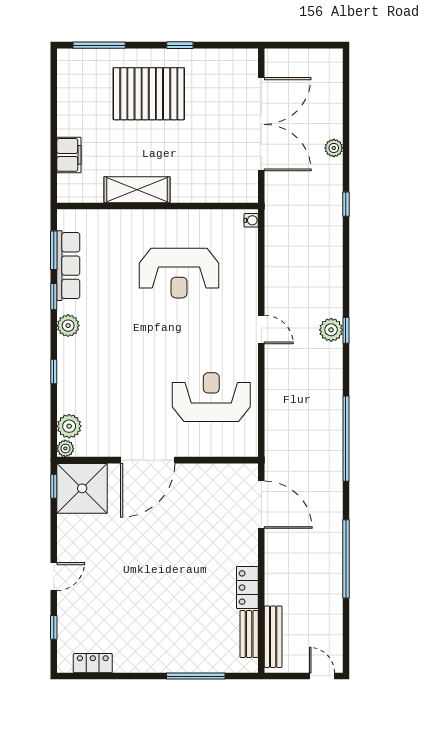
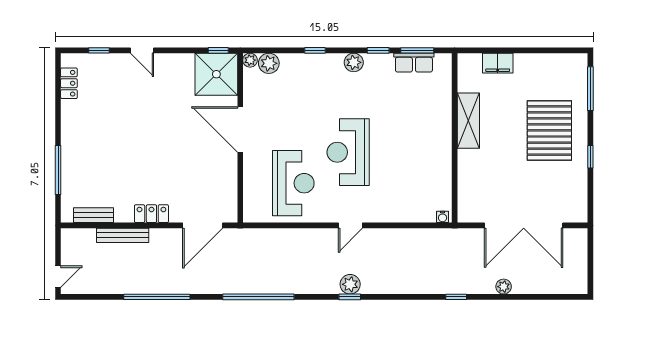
row of seats: (68, 266) -> (414, 63), width x0.68
reception desk: (179, 273) -> (348, 152), moved
locker: (247, 588) -> (151, 214), moved
bench: (273, 637) -> (123, 235), moved

